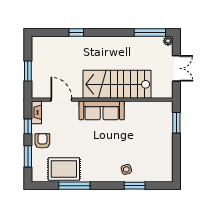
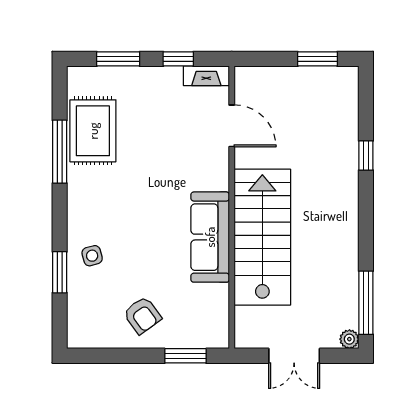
window: (28, 71) -> (317, 59), moved
door: (61, 100) -> (232, 126), hinge flipped
sofa: (102, 110) -> (210, 237), moved
armchair: (42, 141) -> (142, 315), moved, turned 54

